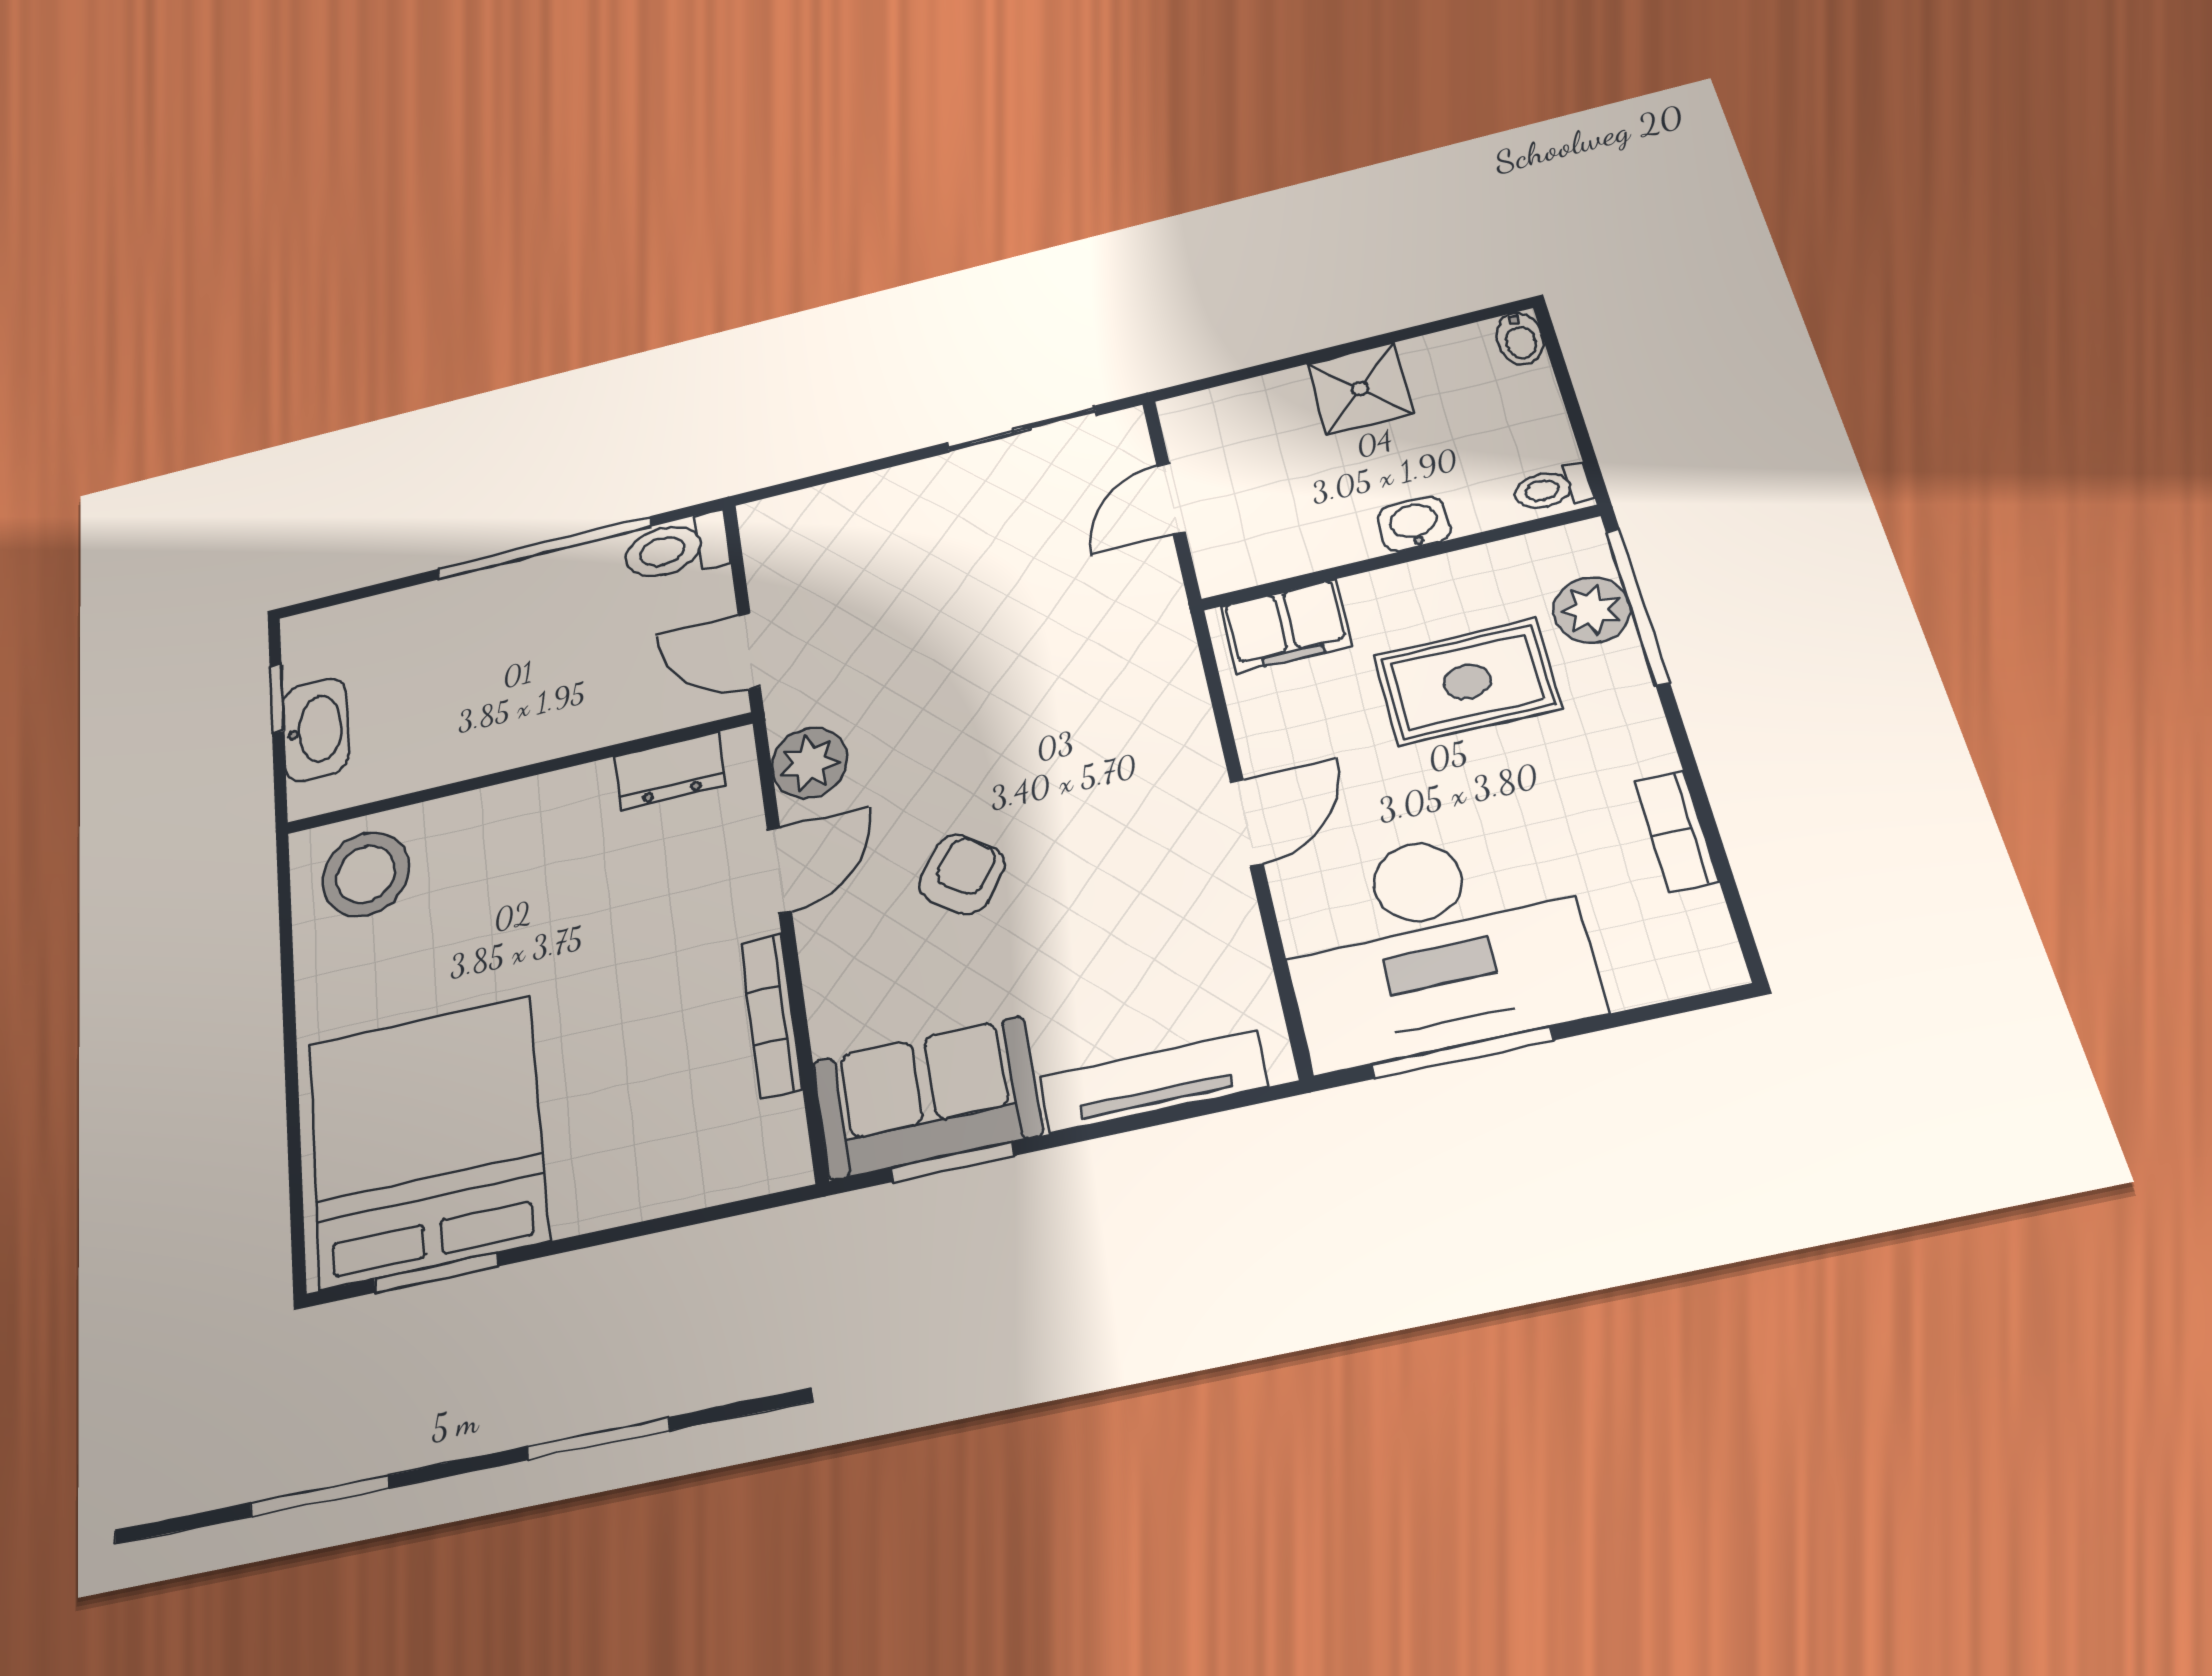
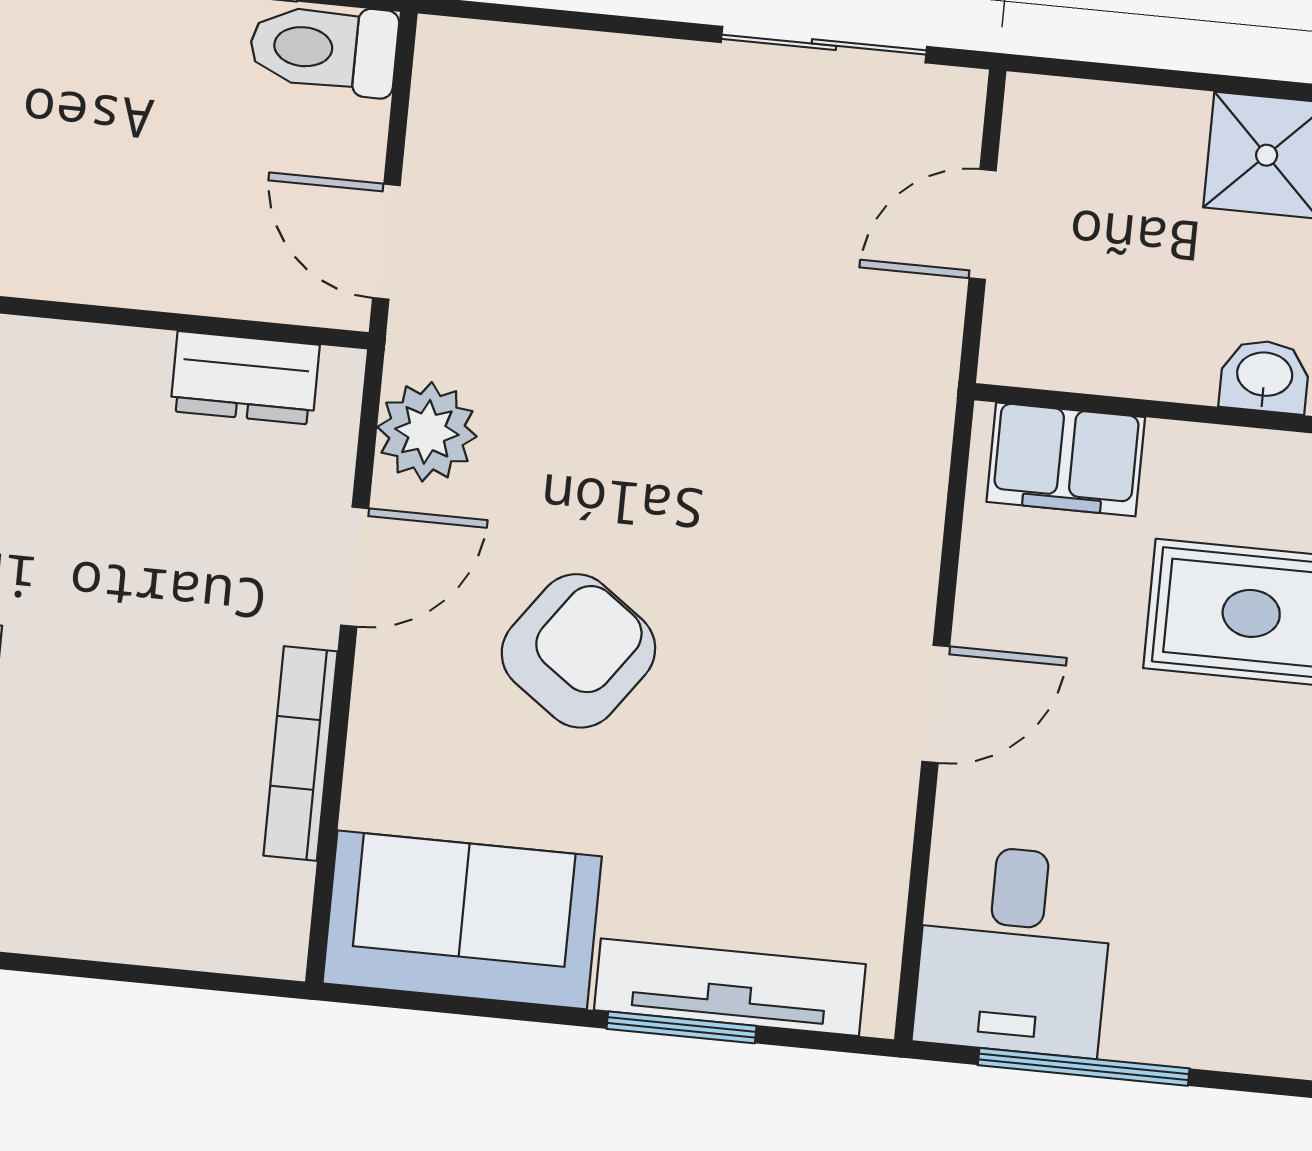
armchair: (962, 874) -> (578, 651), width x1.38, depth x1.38
desk: (1434, 944) -> (1014, 950), width x0.53, depth x0.77
window: (952, 1162) -> (681, 1027), moved

